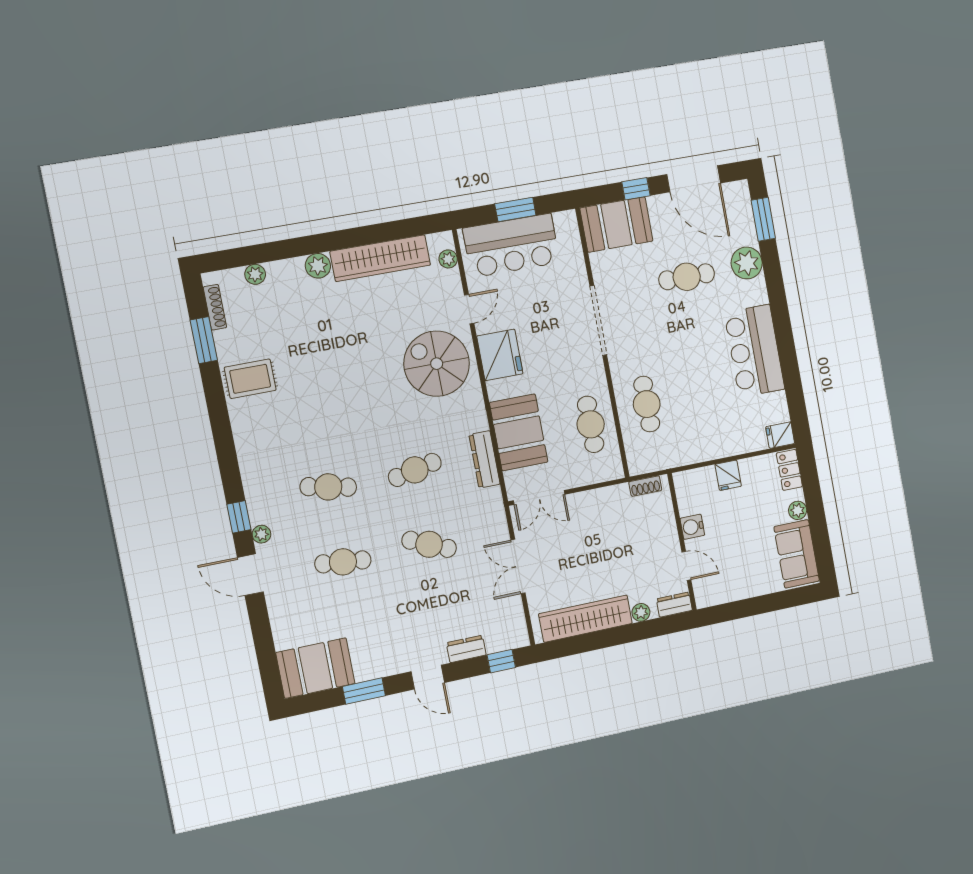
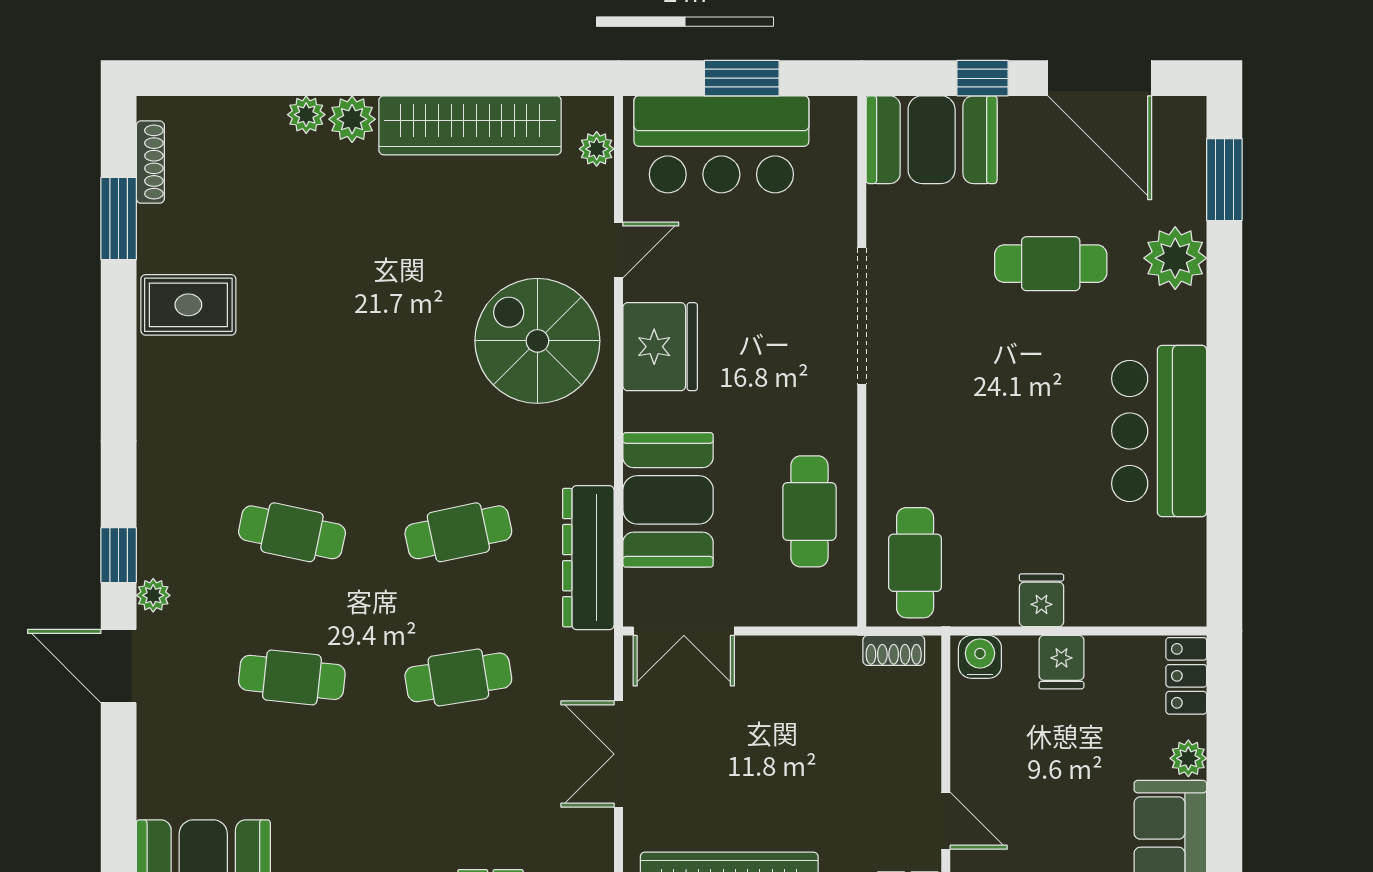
plant: (255, 274) -> (306, 115), moved
cafe table: (647, 404) -> (915, 563), moved
fridge: (780, 435) -> (1041, 600), moved, turned 90
dresser: (485, 459) -> (588, 558), width x1.37, depth x1.24
water cooler: (692, 527) -> (980, 657), moved, turned 90
cafe table: (429, 544) -> (458, 677), turned -33

